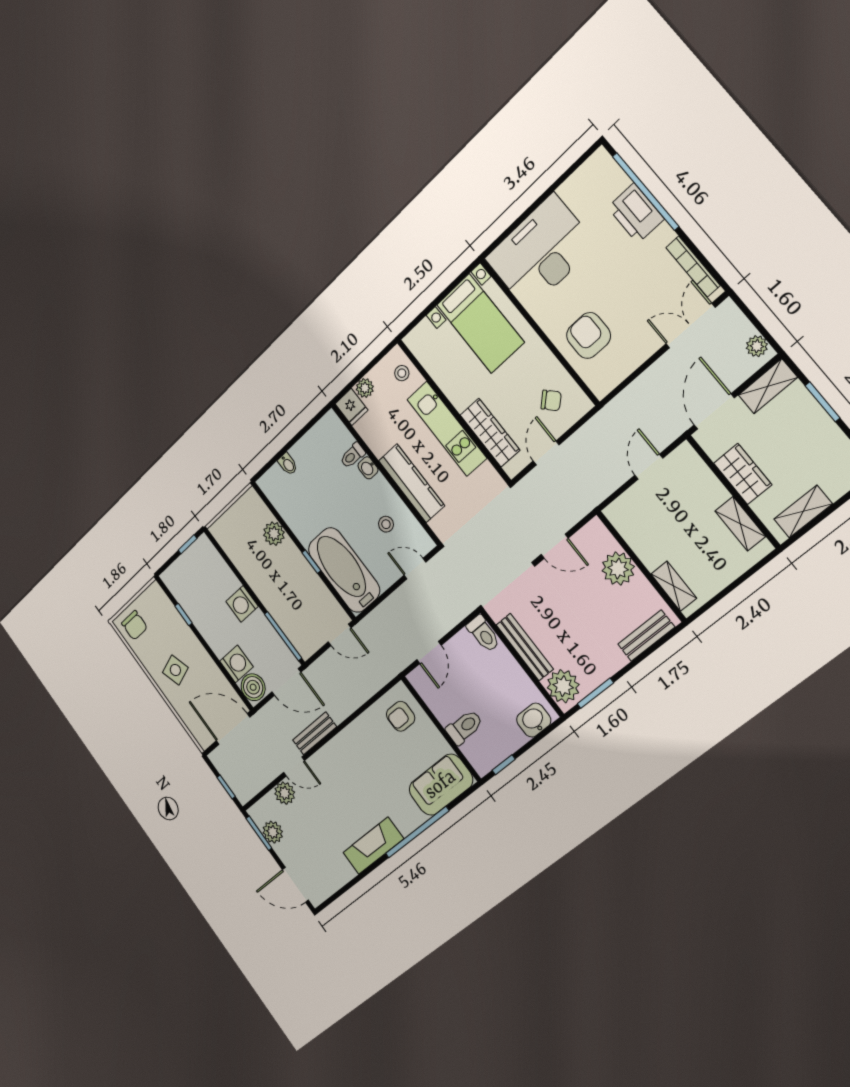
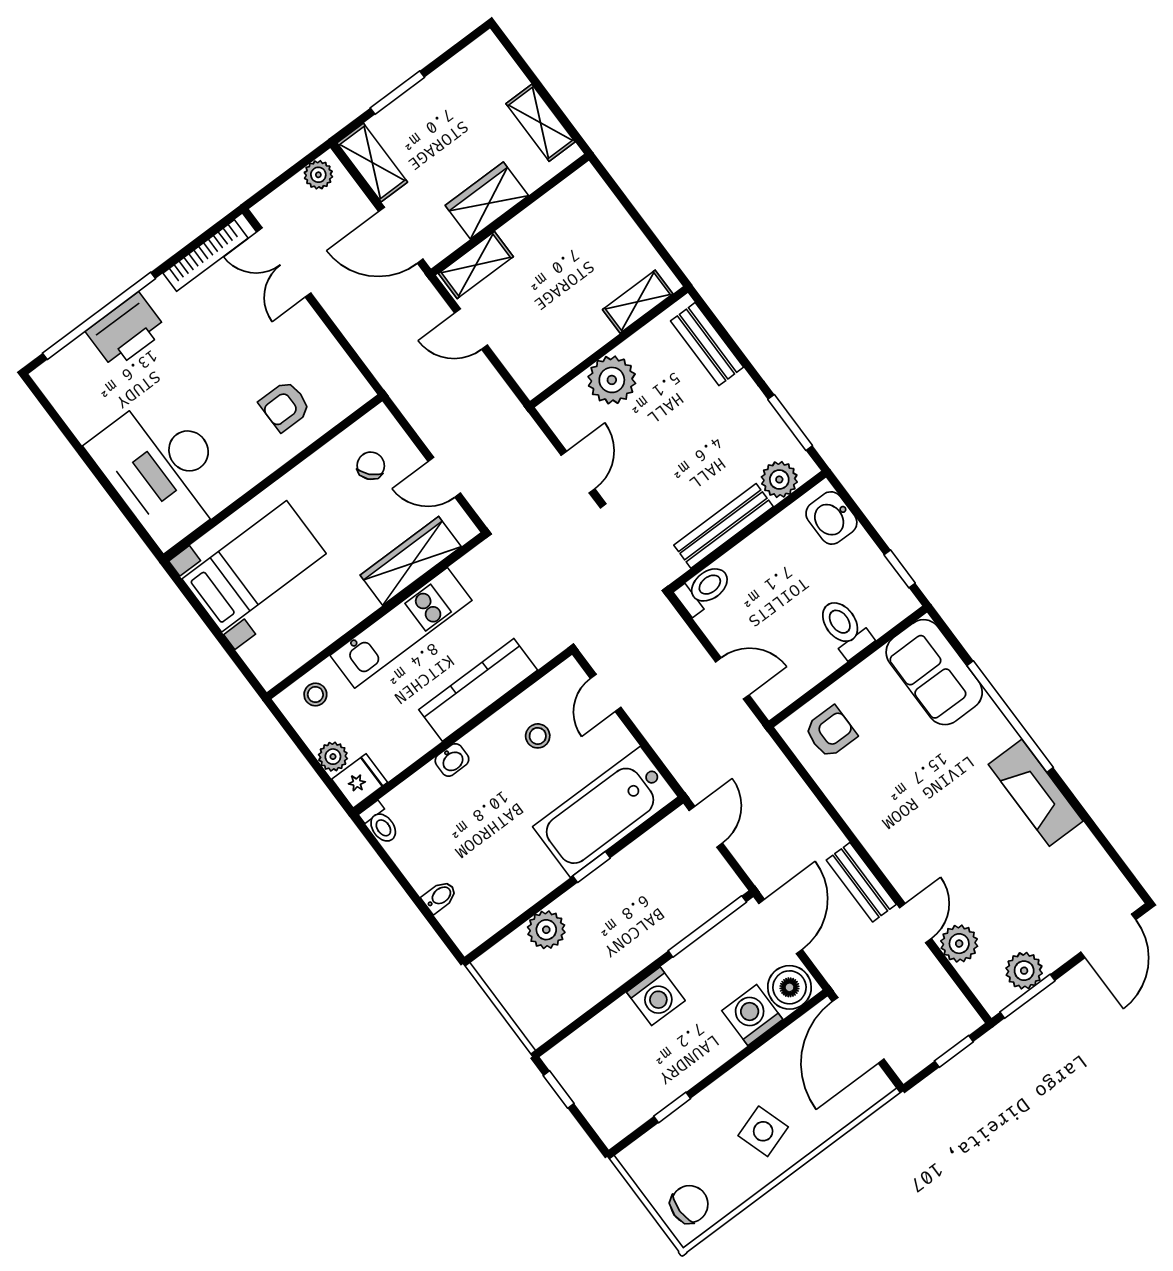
armchair: (589, 335) -> (285, 406), width x0.72, depth x0.72
toilet: (353, 455) -> (380, 823), moved
shelving: (740, 524) -> (476, 265), moved
plant: (563, 686) -> (779, 479), width x0.73, depth x0.73
armchair: (401, 716) -> (831, 732), turned -90

